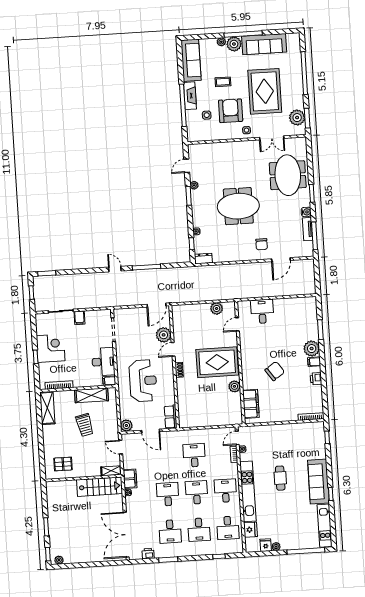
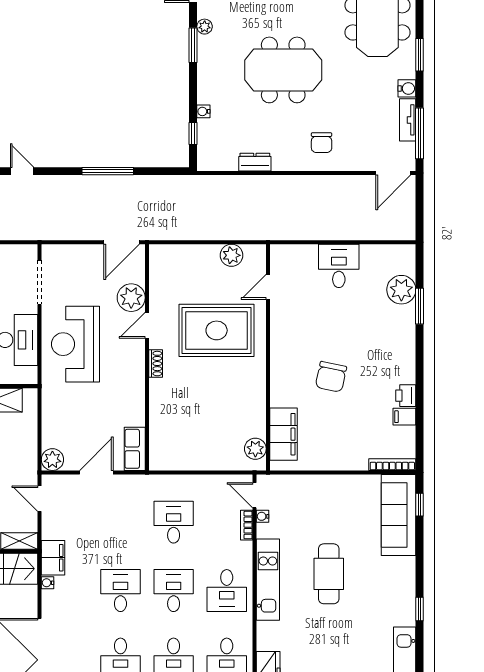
dresser: (203, 259) -> (255, 162), moved
door: (281, 260) -> (393, 173), moved
door: (115, 269) -> (22, 171), moved
desk: (262, 311) -> (339, 266), moved
plant: (312, 349) -> (401, 290), moved
rug: (217, 362) -> (217, 330), moved
filing cabinet: (314, 362) -> (404, 417), moved
chair: (275, 371) -> (331, 377), turned 137
filing cabinet: (109, 381) -> (26, 376), removed
reception desk: (143, 381) -> (75, 344), moved, turned 180
plant: (234, 386) -> (255, 449), moved
door: (151, 431) -> (96, 473), swing flipped
door: (237, 438) -> (255, 495), hinge flipped
cafe table: (280, 478) -> (329, 574), width x1.37, depth x1.35
sofa: (318, 482) -> (399, 515), moved
desk: (225, 491) -> (227, 591), turned 180
kitchen unit: (248, 491) -> (268, 580), width x0.73

